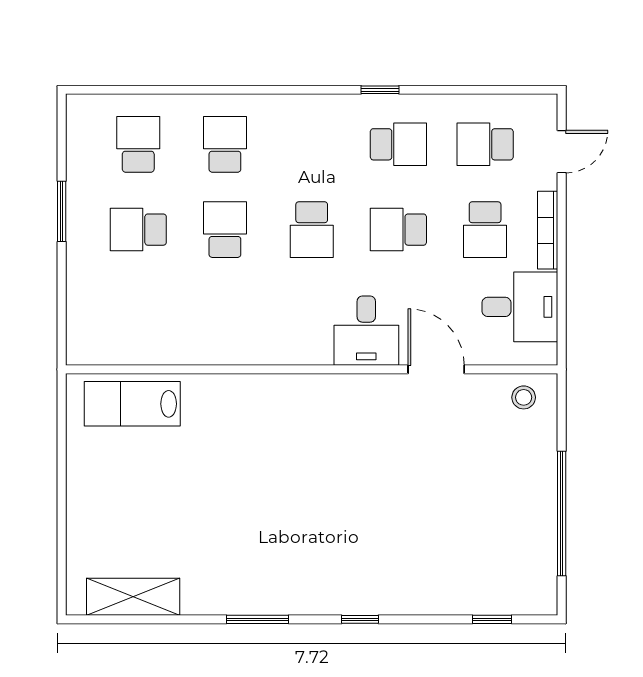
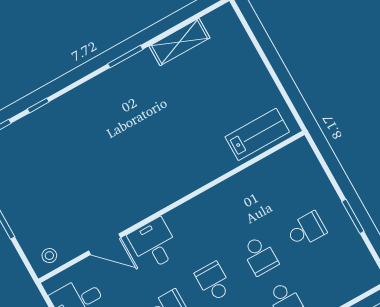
school desk: (138, 144) -> (332, 275), removed
shelving: (133, 597) -> (179, 42), moved
window: (360, 619) -> (38, 105), moved

